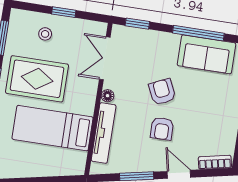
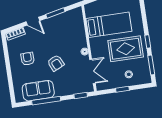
armchair: (162, 129) -> (28, 59), moved
tv unit: (104, 133) -> (80, 31), removed

